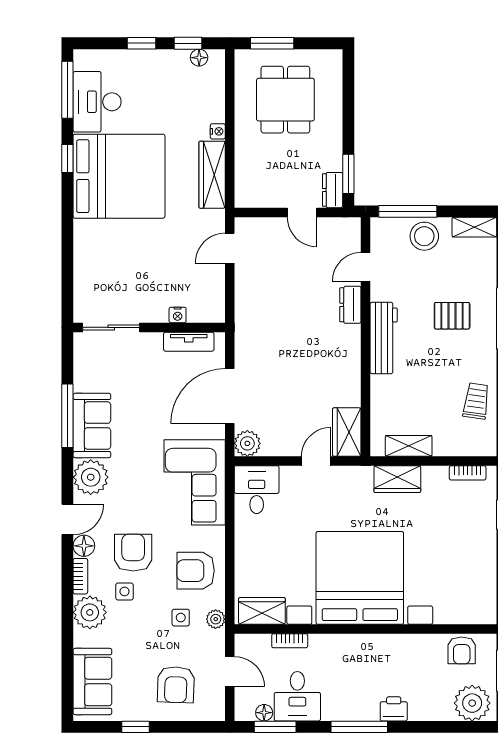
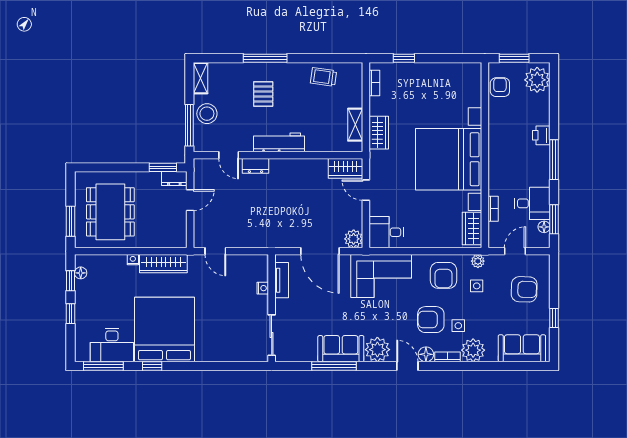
dining table: (285, 100) -> (110, 212), width x1.38
armchair: (462, 650) -> (500, 87), turned -90

